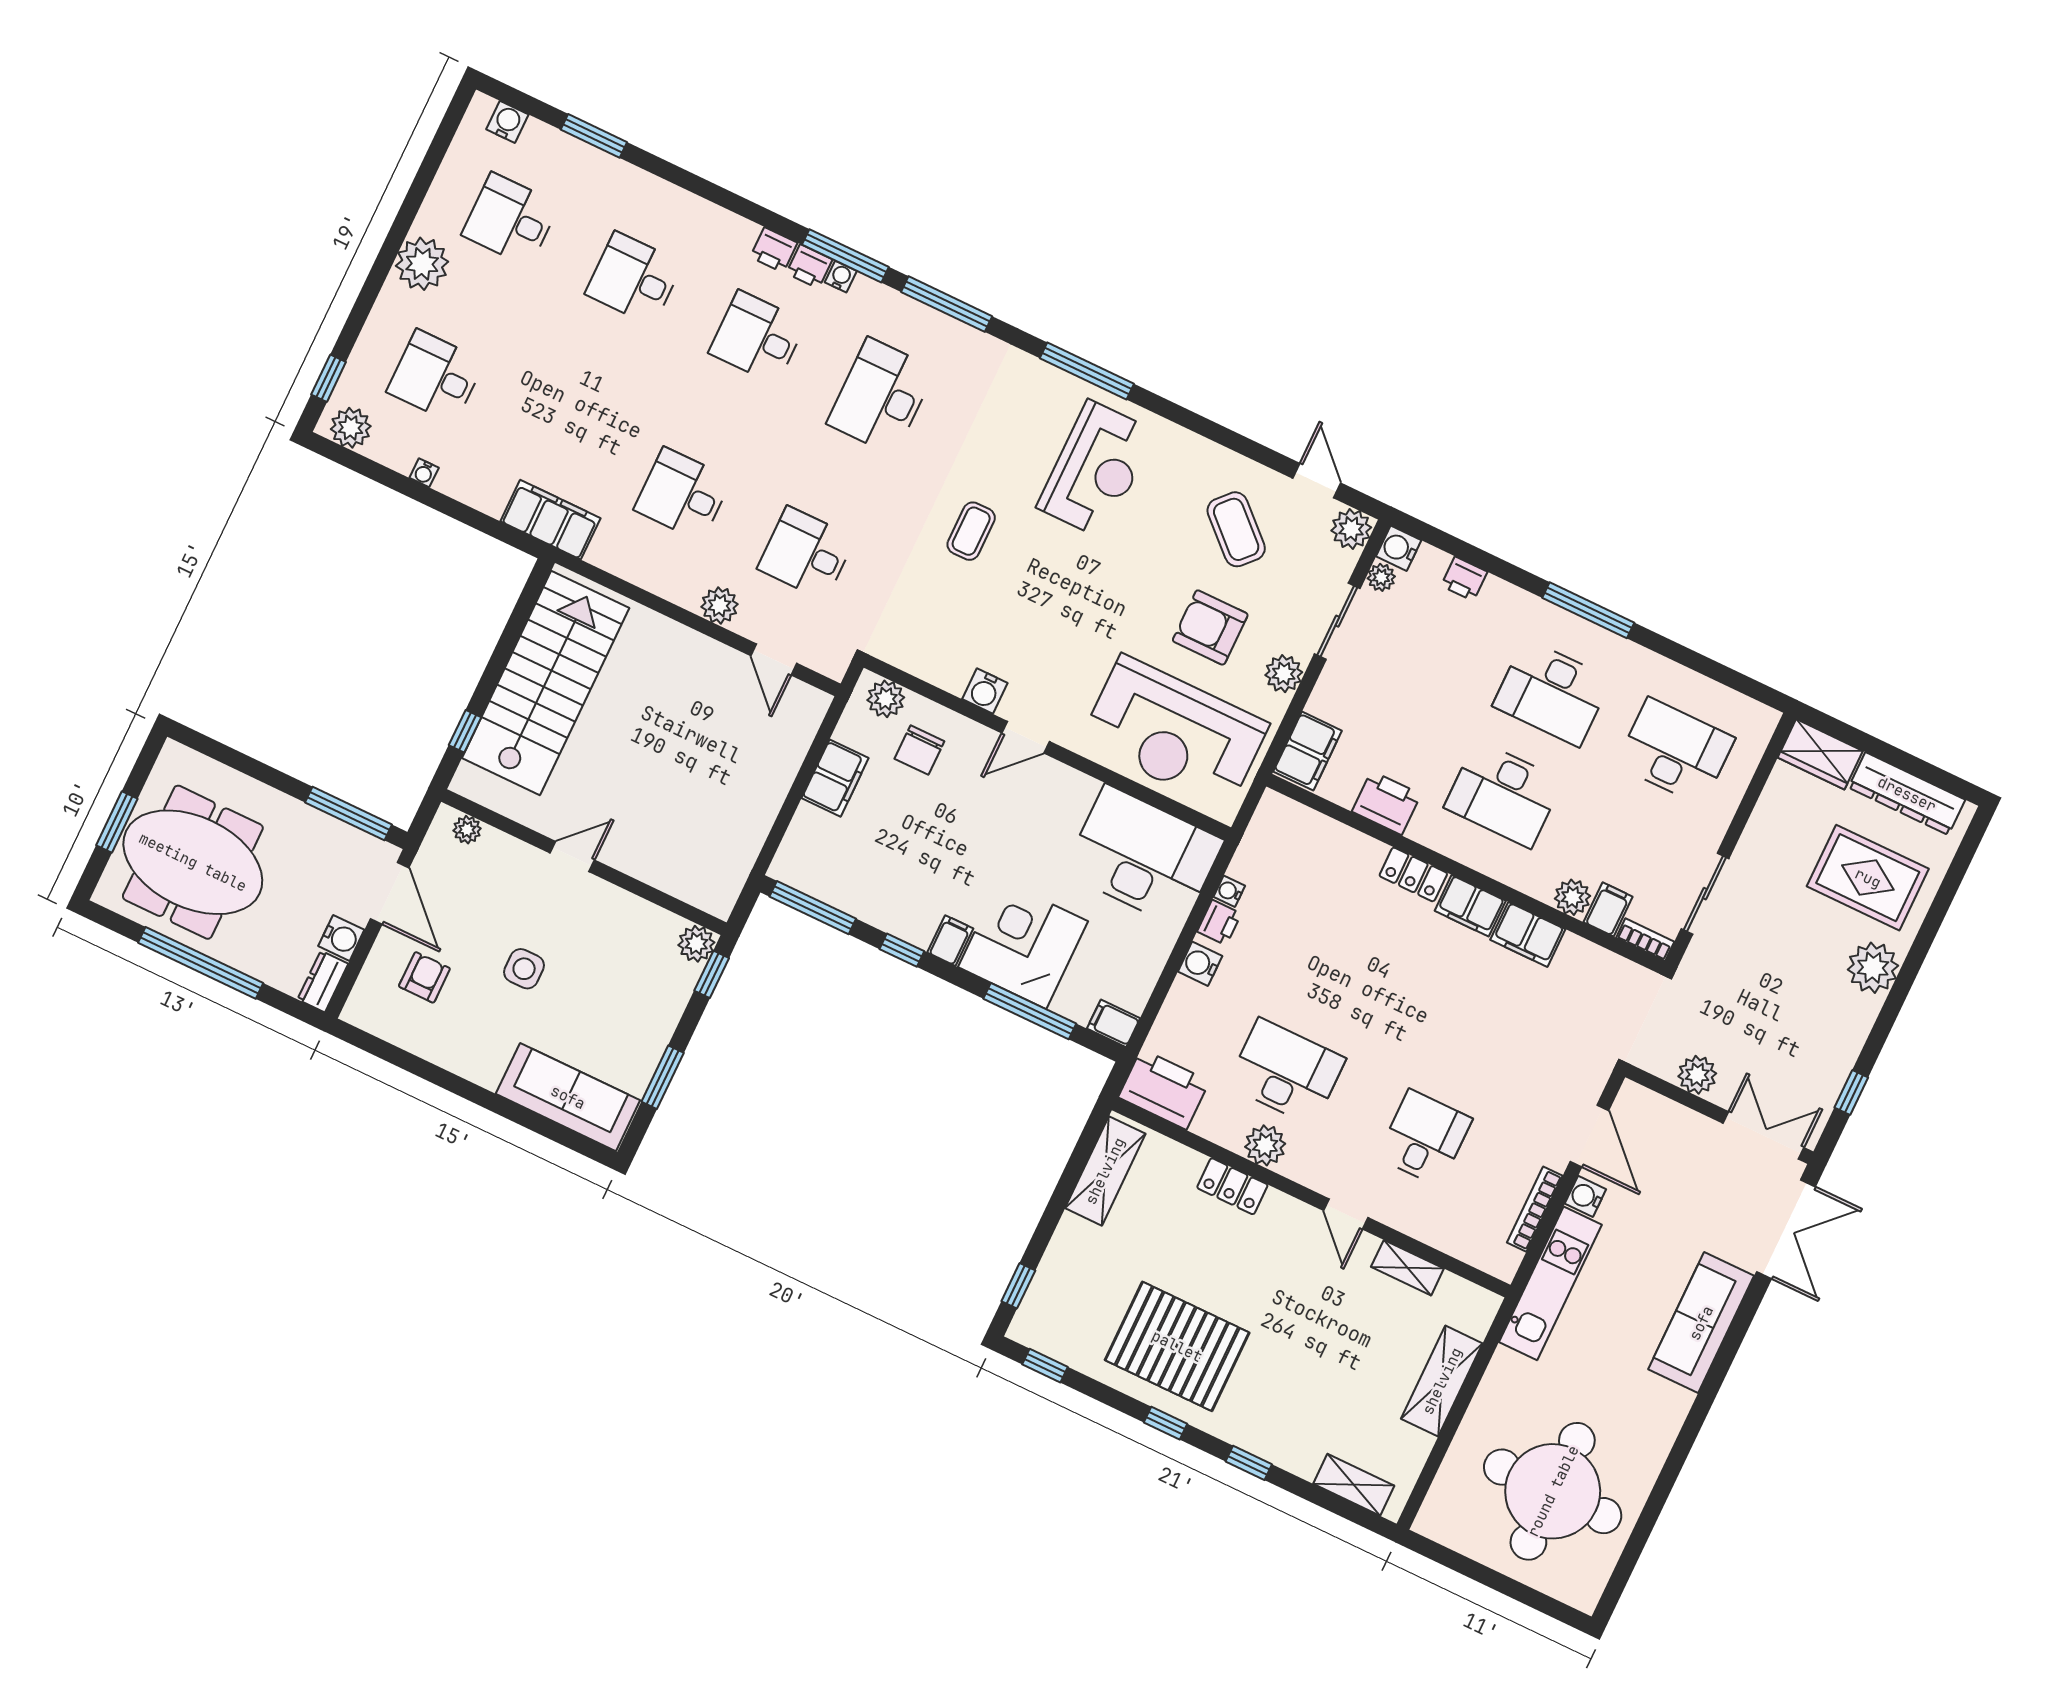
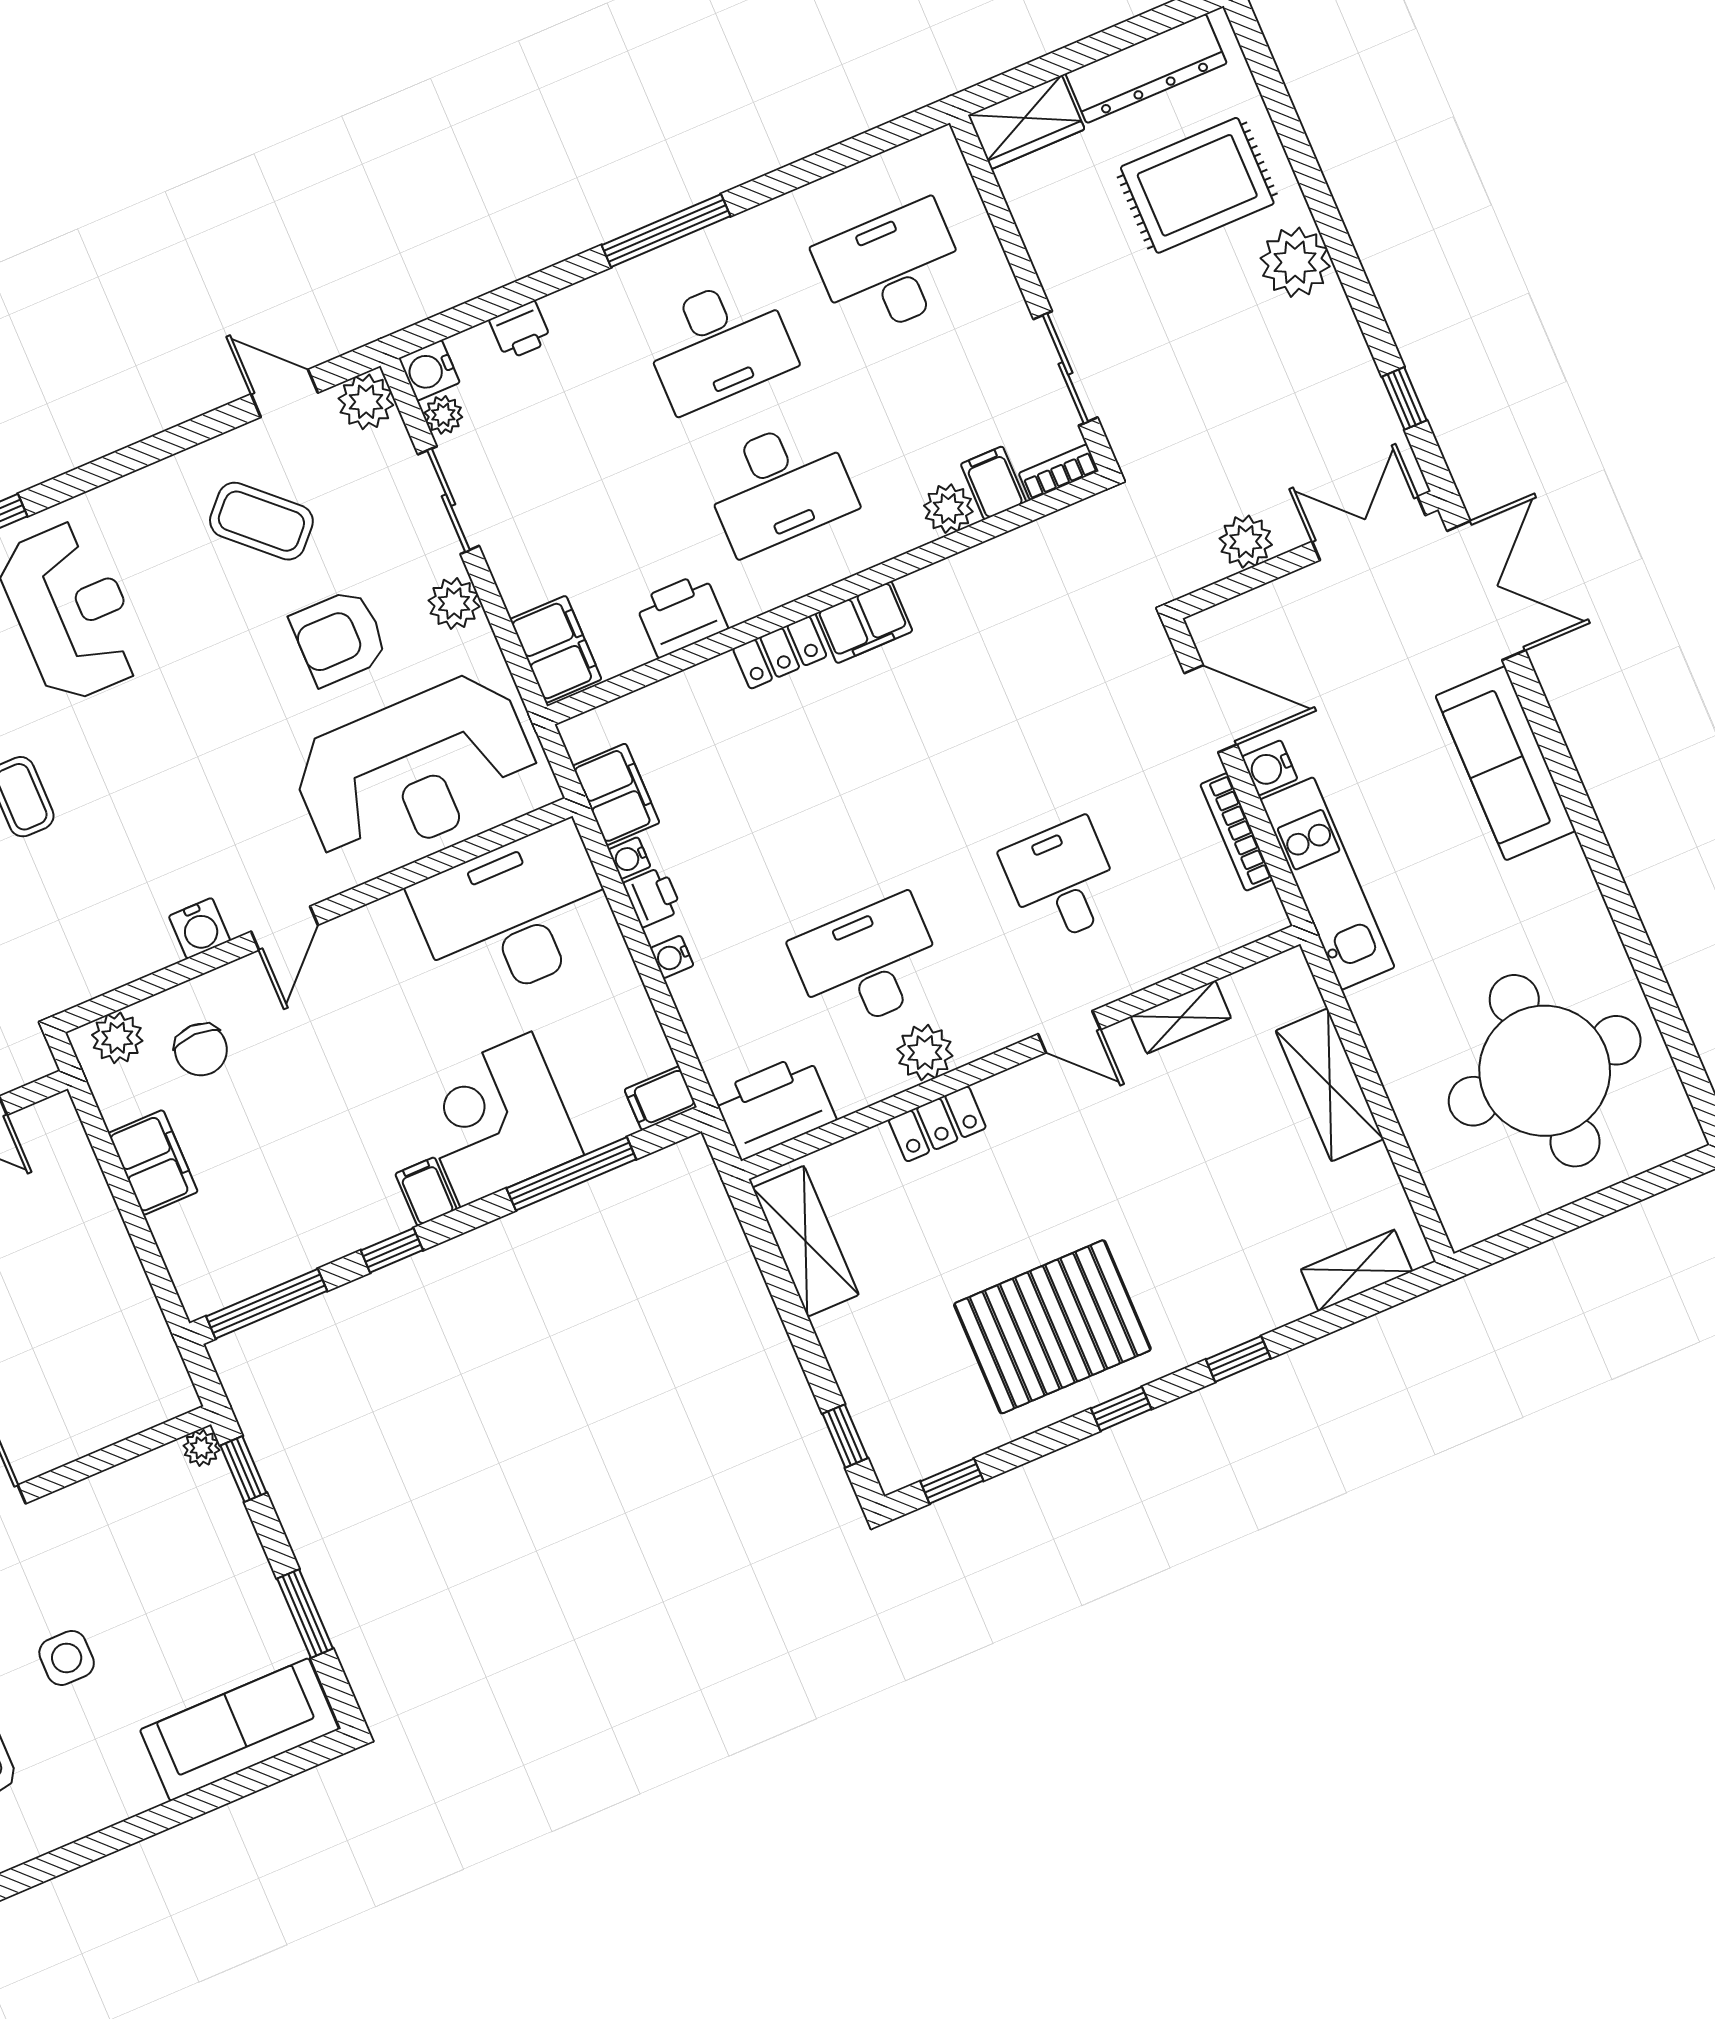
filing cabinet: (1528, 935) -> (616, 794), moved, turned -90
plant: (696, 944) -> (201, 1448), width x0.73, depth x0.73
water cooler: (1200, 964) -> (672, 957), width x0.72, depth x0.72

